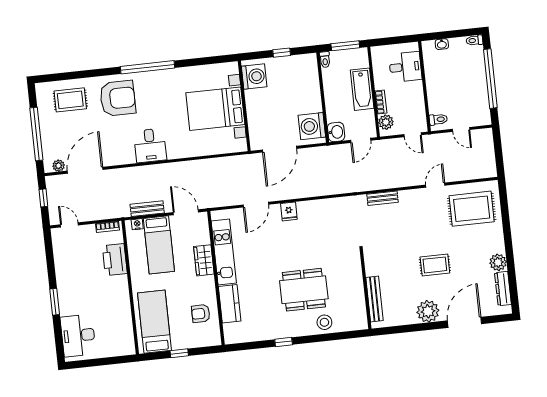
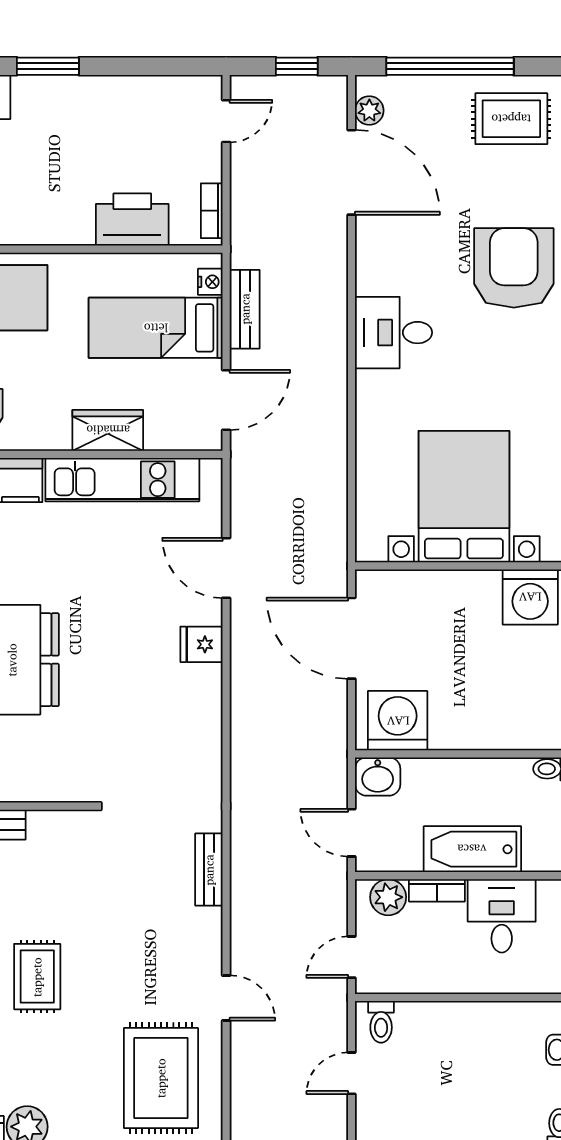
desk: (405, 67) -> (502, 916), moved, turned 180
armchair: (118, 98) -> (514, 268), turned 180
rug: (70, 100) -> (511, 119), moved, turned 90

